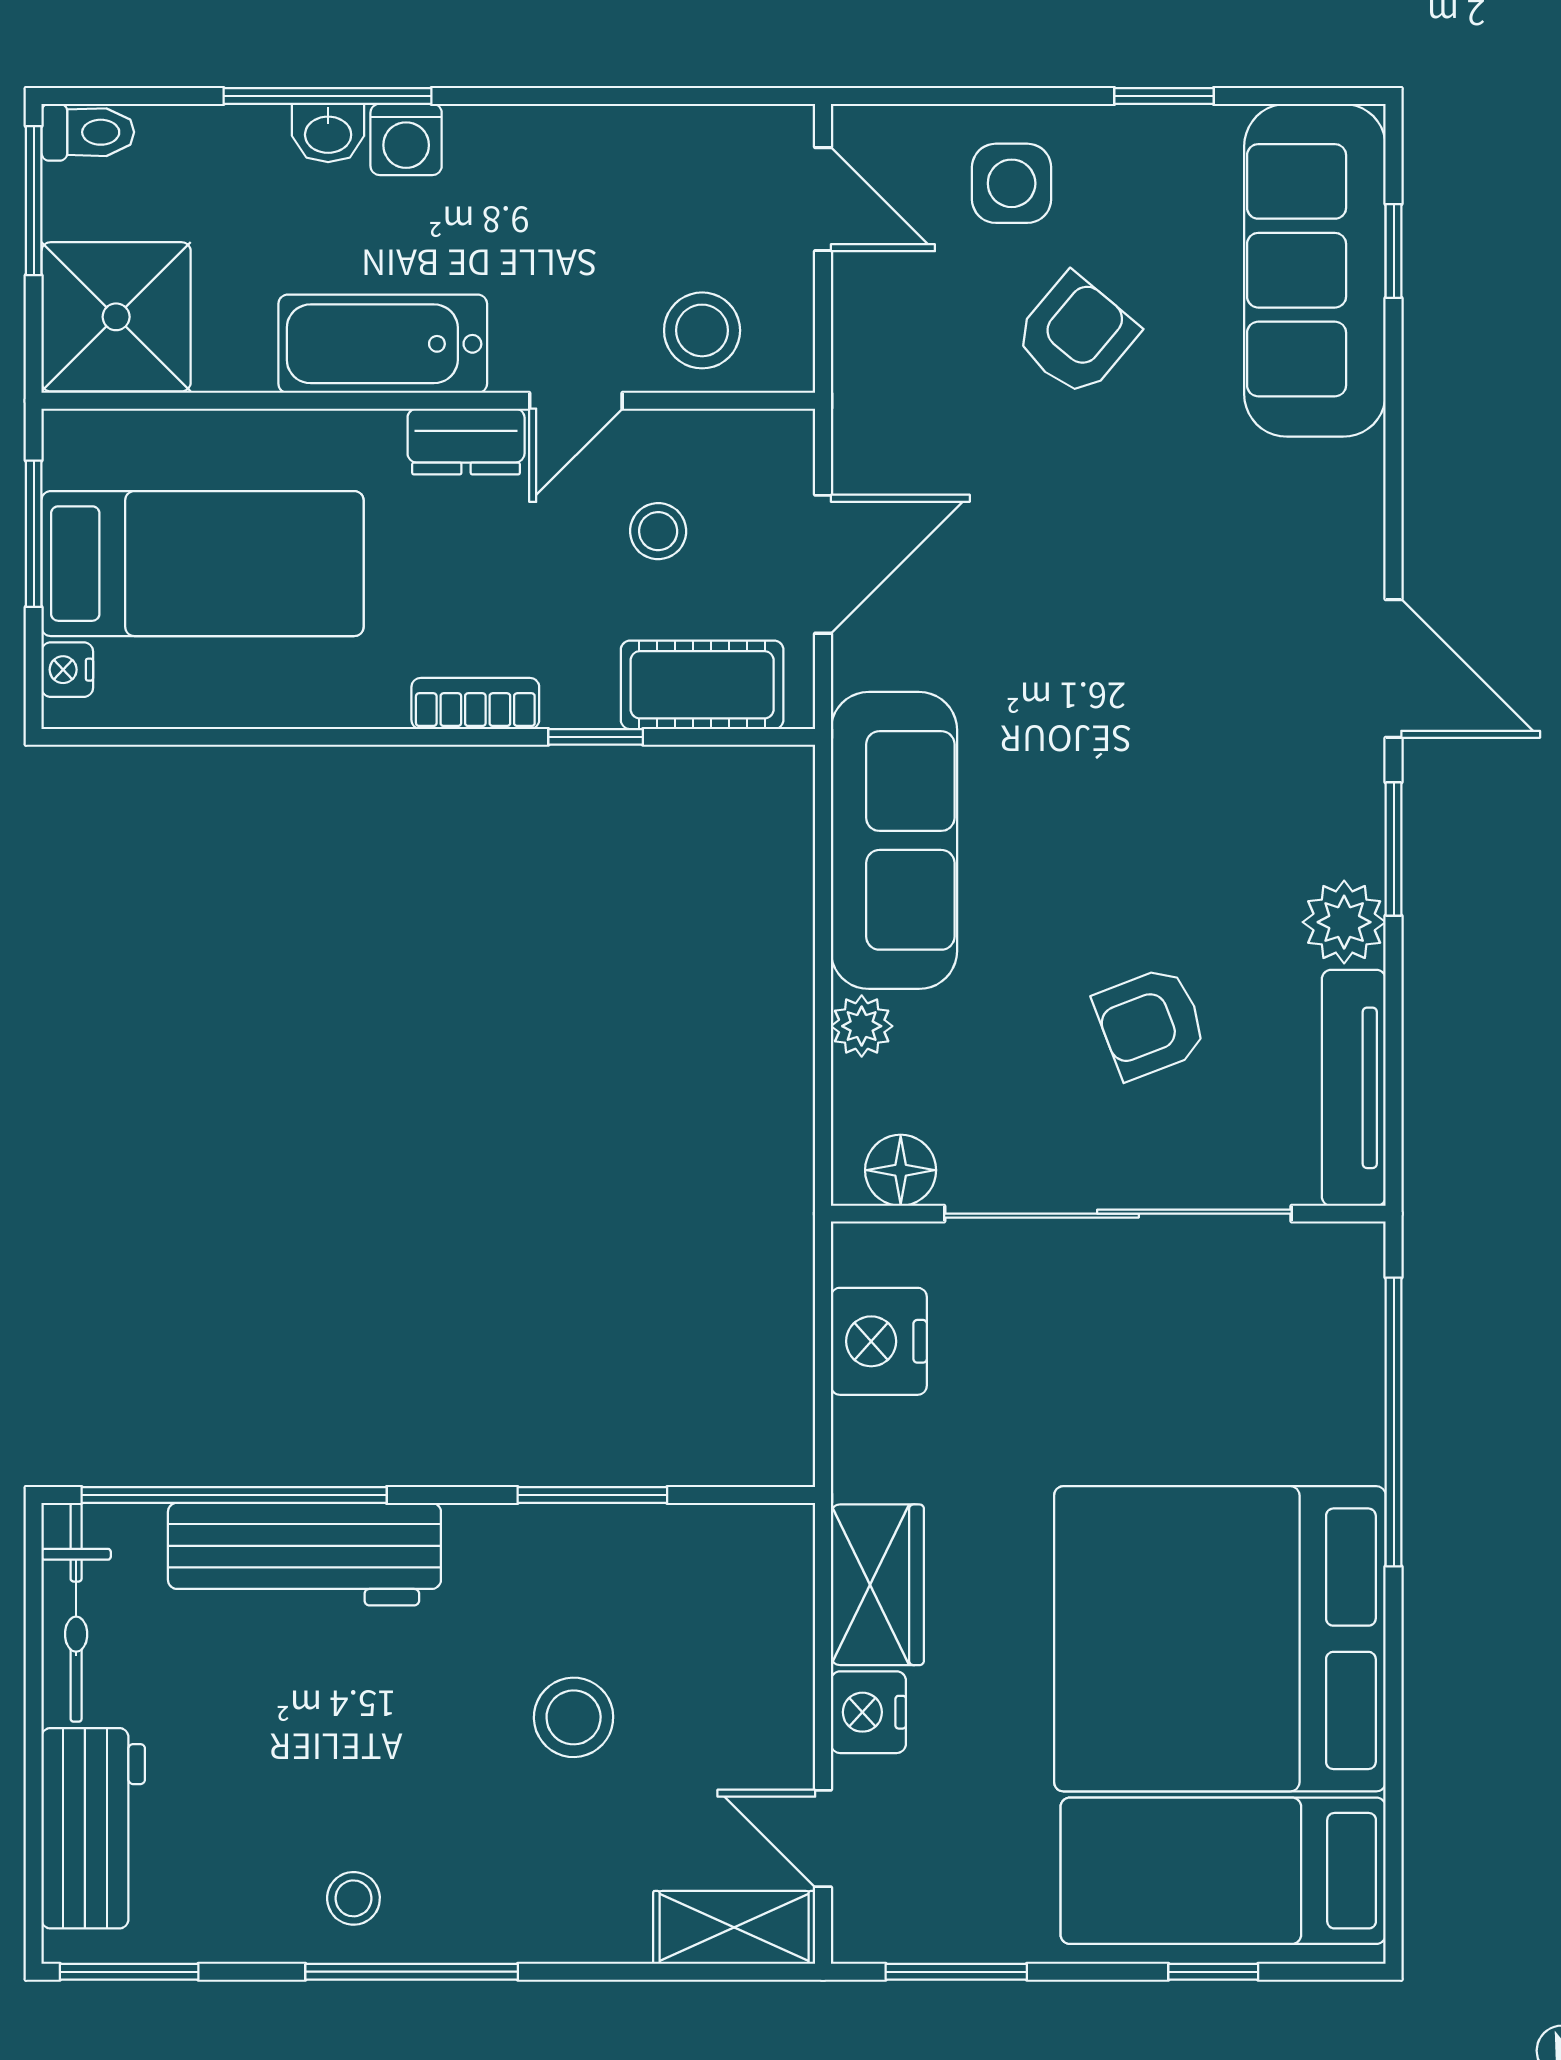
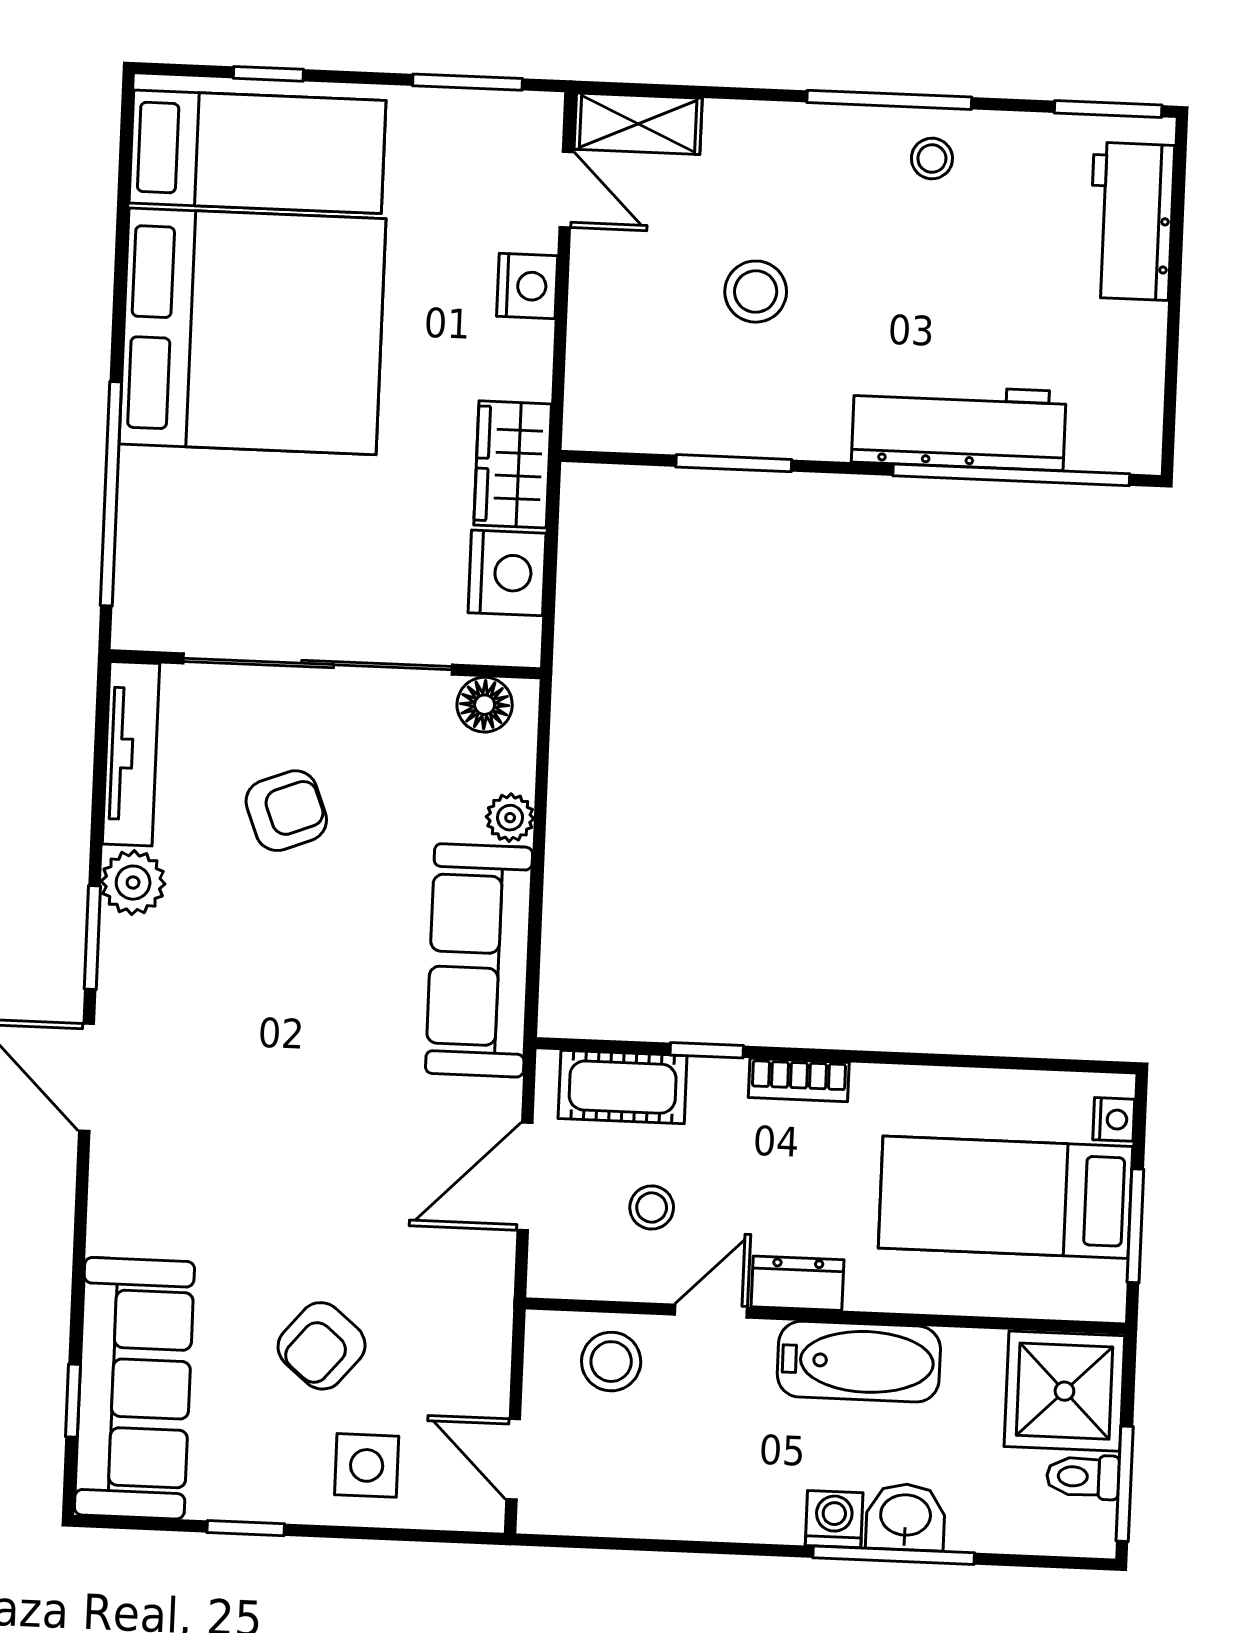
toilet: (88, 132) -> (1083, 1477), moved
washbasin: (328, 133) -> (905, 1517), width x1.38, depth x1.45
wardrobe: (877, 1585) -> (513, 464), moved
bicycle: (76, 1612) -> (1137, 389), removed

